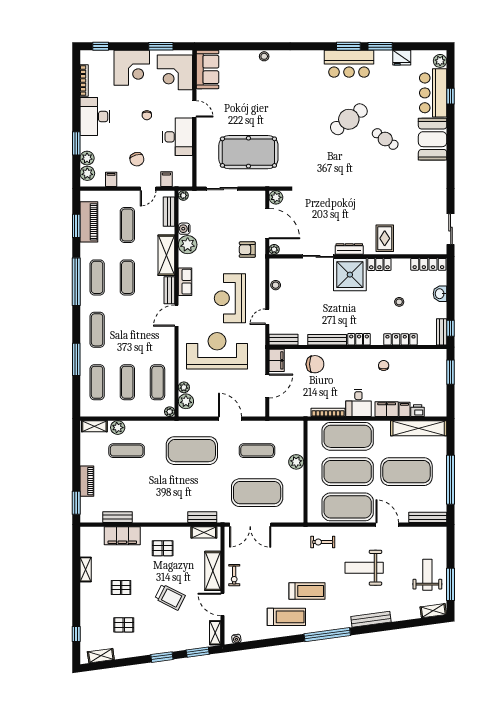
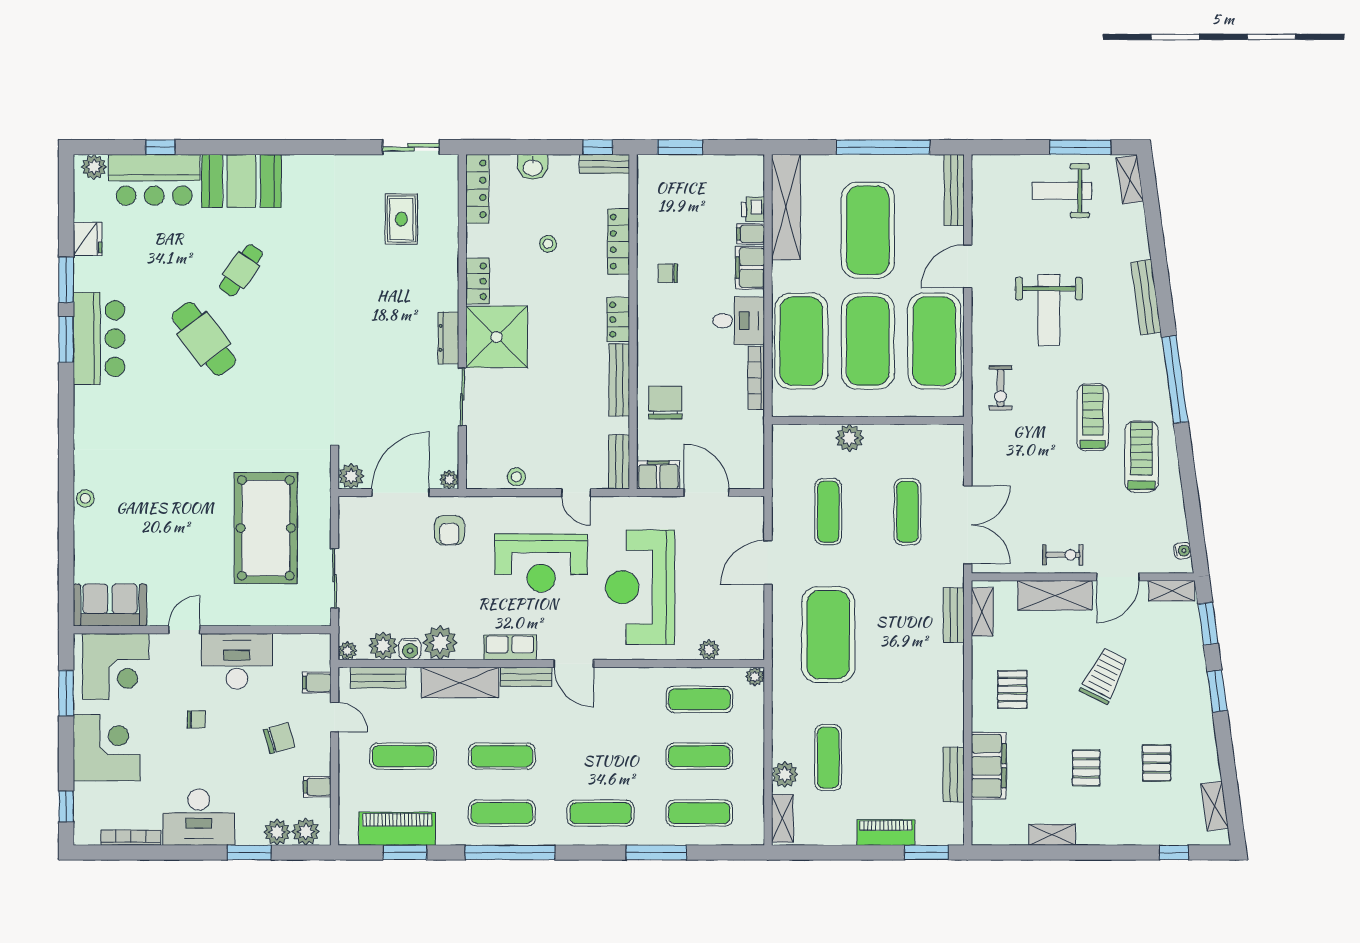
rug: (385, 238) -> (401, 219), moved, turned 90
plant: (186, 401) -> (383, 646), moved
exercise mat: (257, 493) -> (907, 512), width x0.50, depth x0.69

